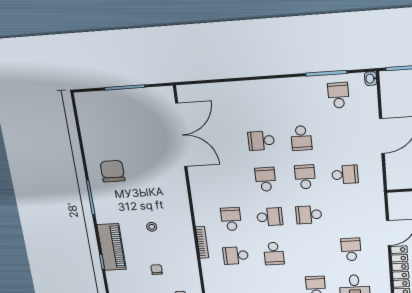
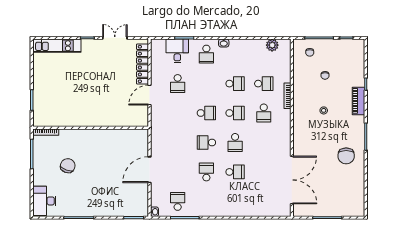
school desk: (338, 95) -> (178, 201), turned 180
double door: (181, 135) -> (292, 180), swing flipped
school desk: (345, 175) -> (178, 142), removed
school desk: (305, 177) -> (206, 142), turned 90
school desk: (270, 217) -> (235, 113), turned 180
piano: (112, 247) -> (358, 101), width x0.73, depth x0.75
school desk: (274, 253) -> (235, 84), turned 90

